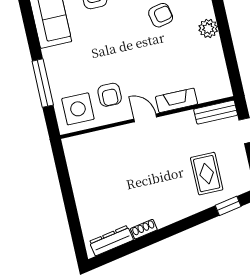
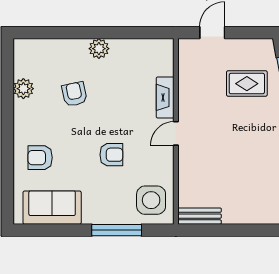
armchair: (110, 95) -> (111, 155), moved
bench: (216, 112) -> (200, 216), moved, turned 90

